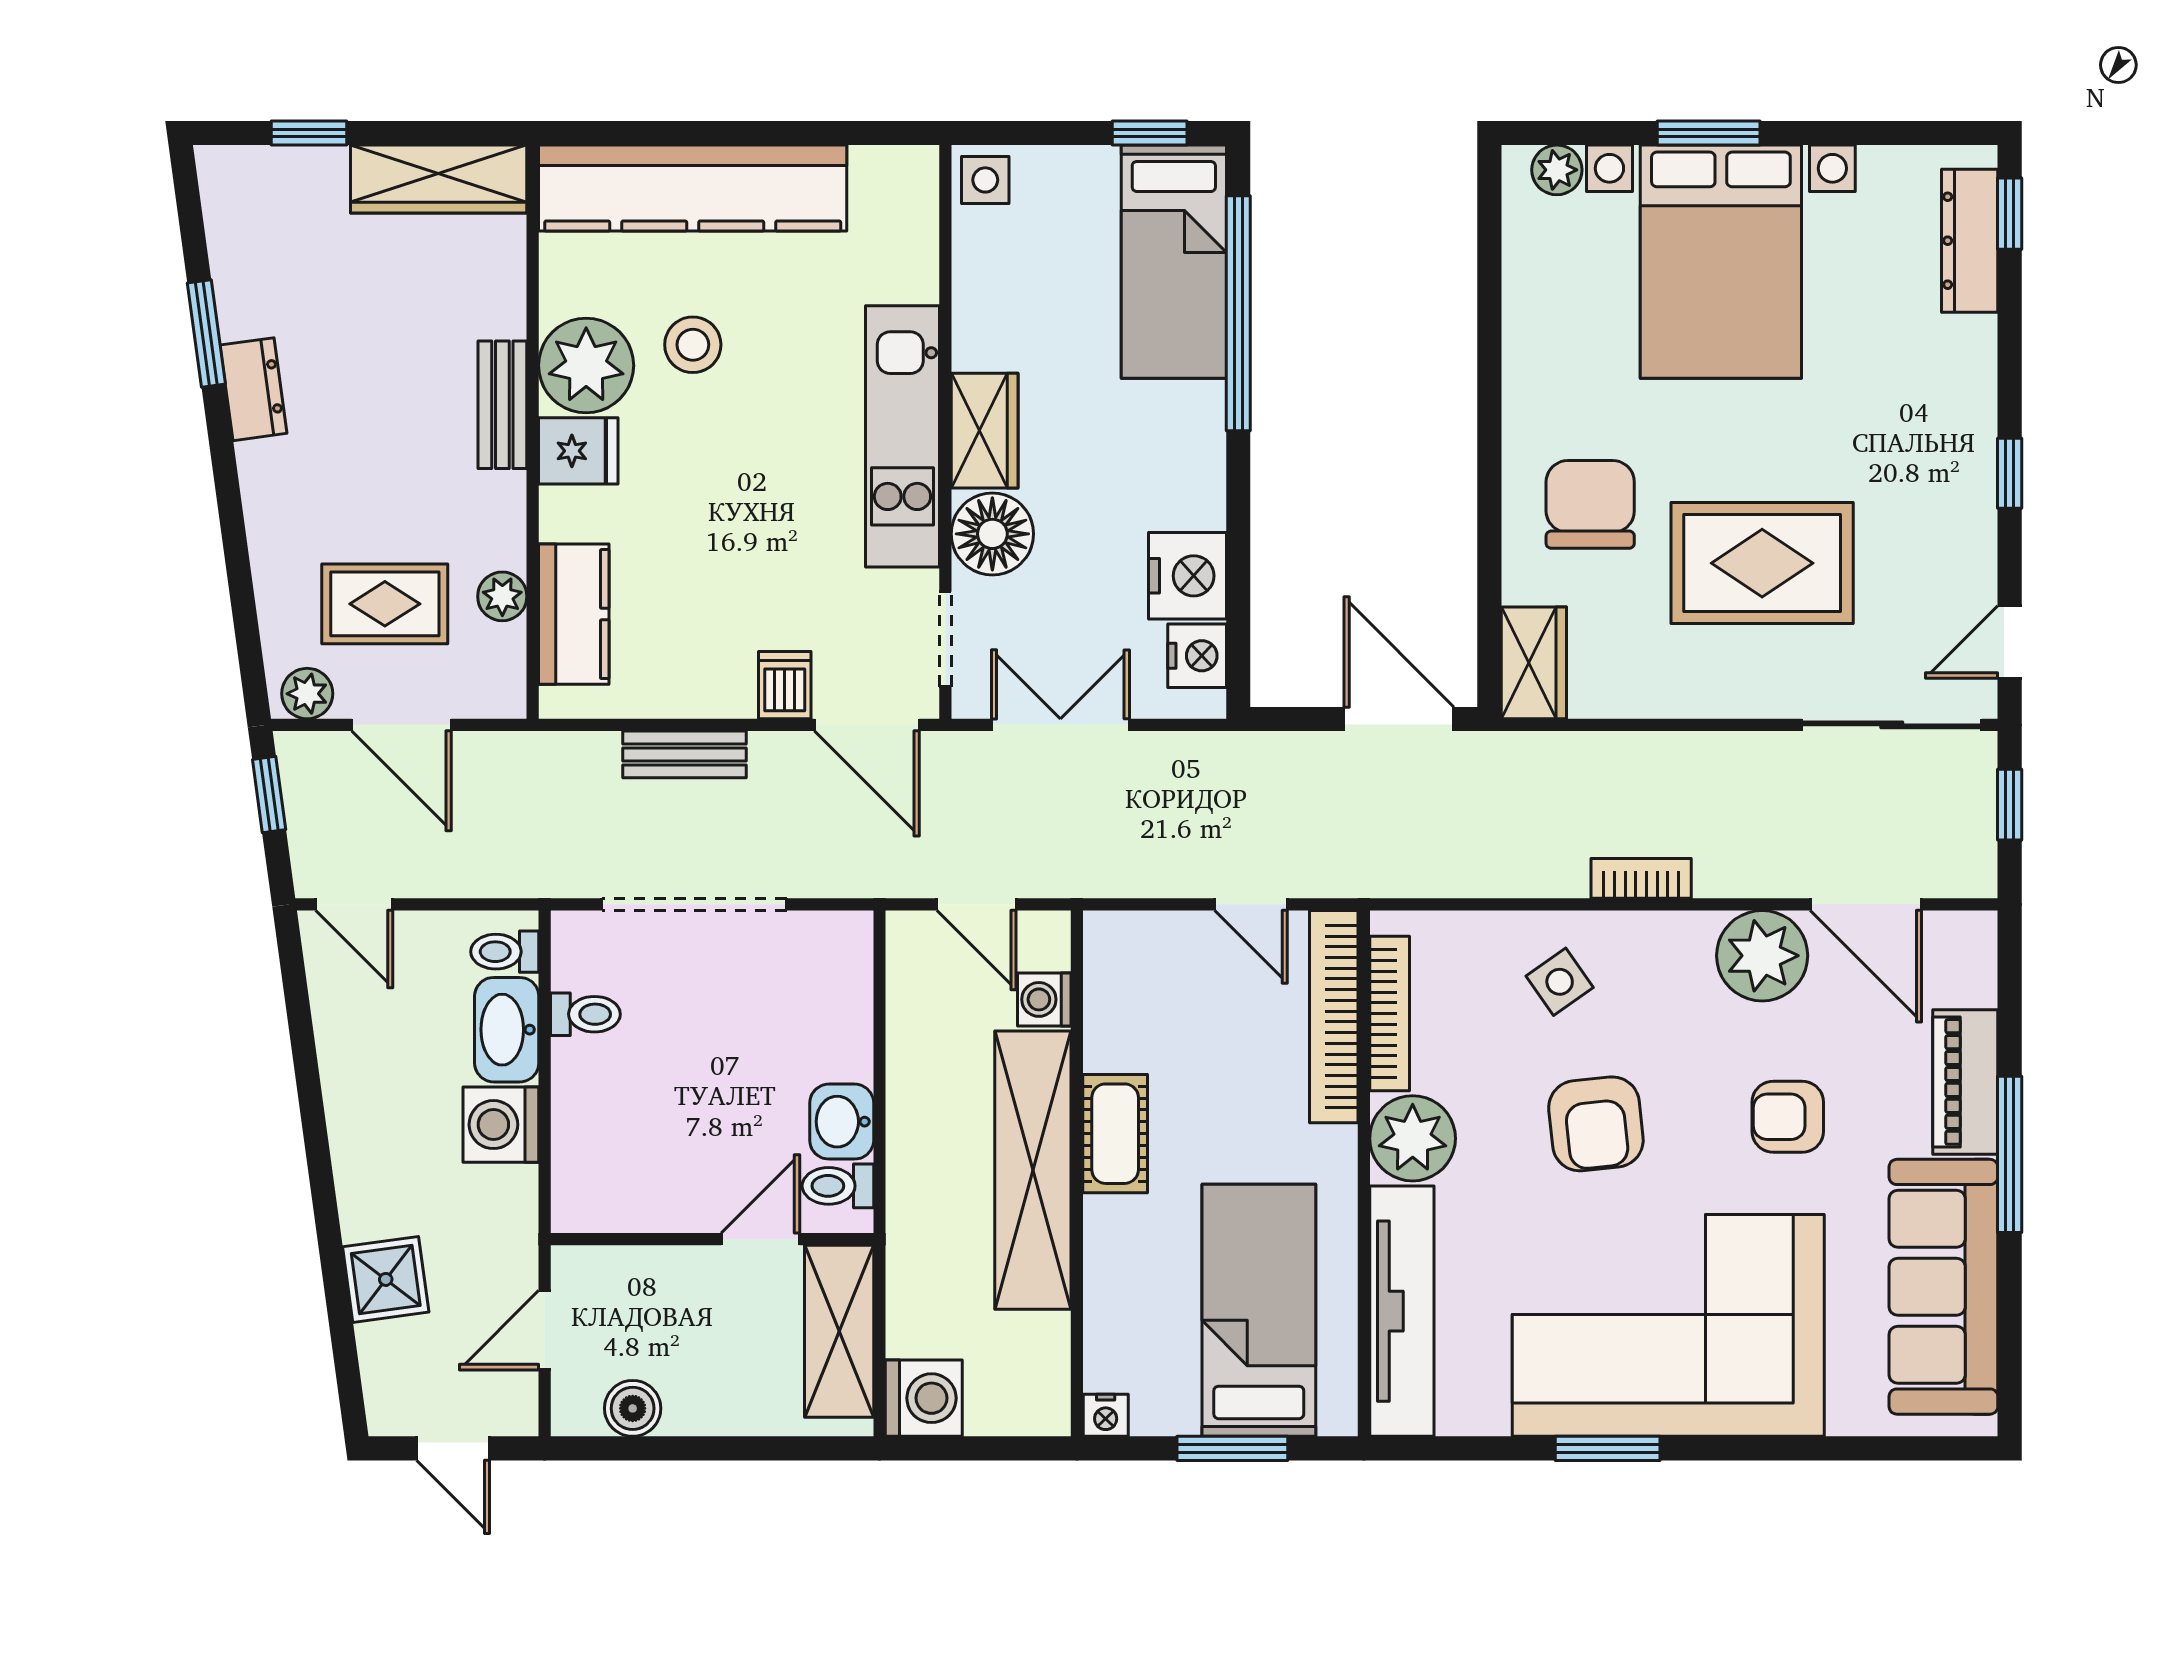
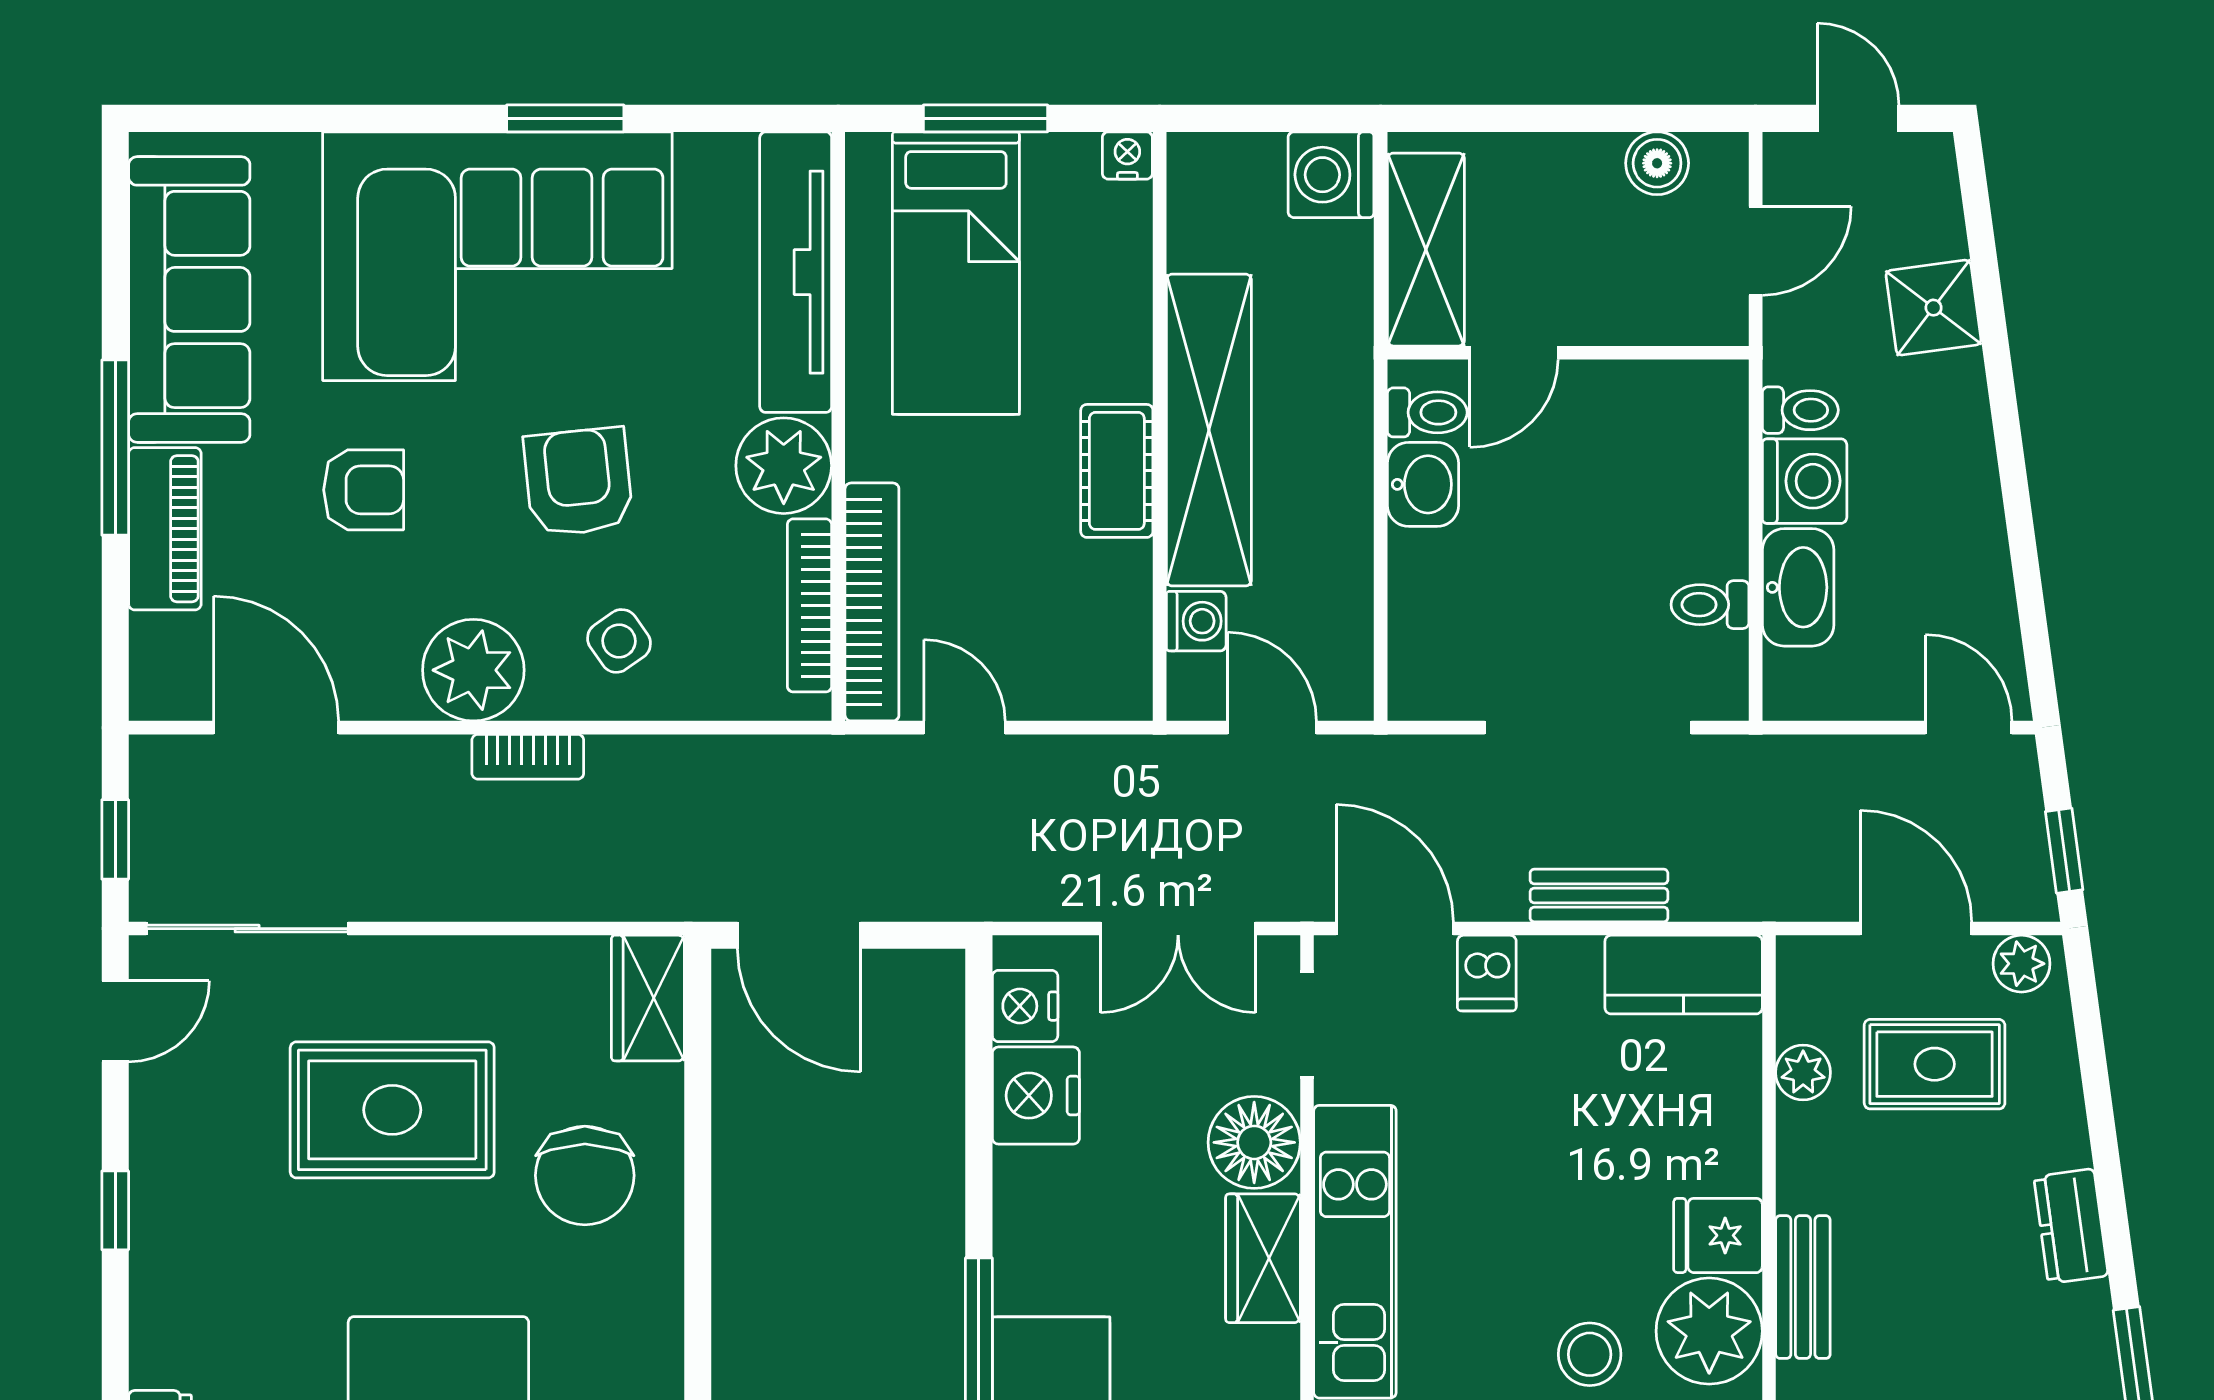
dresser: (253, 389) -> (2071, 1226), moved
kitchen counter: (574, 614) -> (1684, 975), moved, turned -90
toilet: (505, 952) -> (1800, 410), moved
plant: (1762, 956) -> (473, 670), moved

